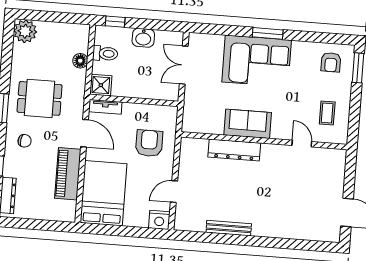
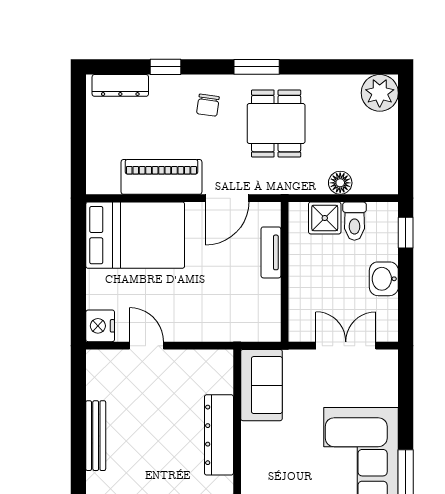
shower: (101, 85) -> (325, 218), moved
tv unit: (105, 107) -> (271, 252), moved
sofa: (248, 124) -> (261, 385), moved
armchair: (149, 143) -> (219, 301), removed

